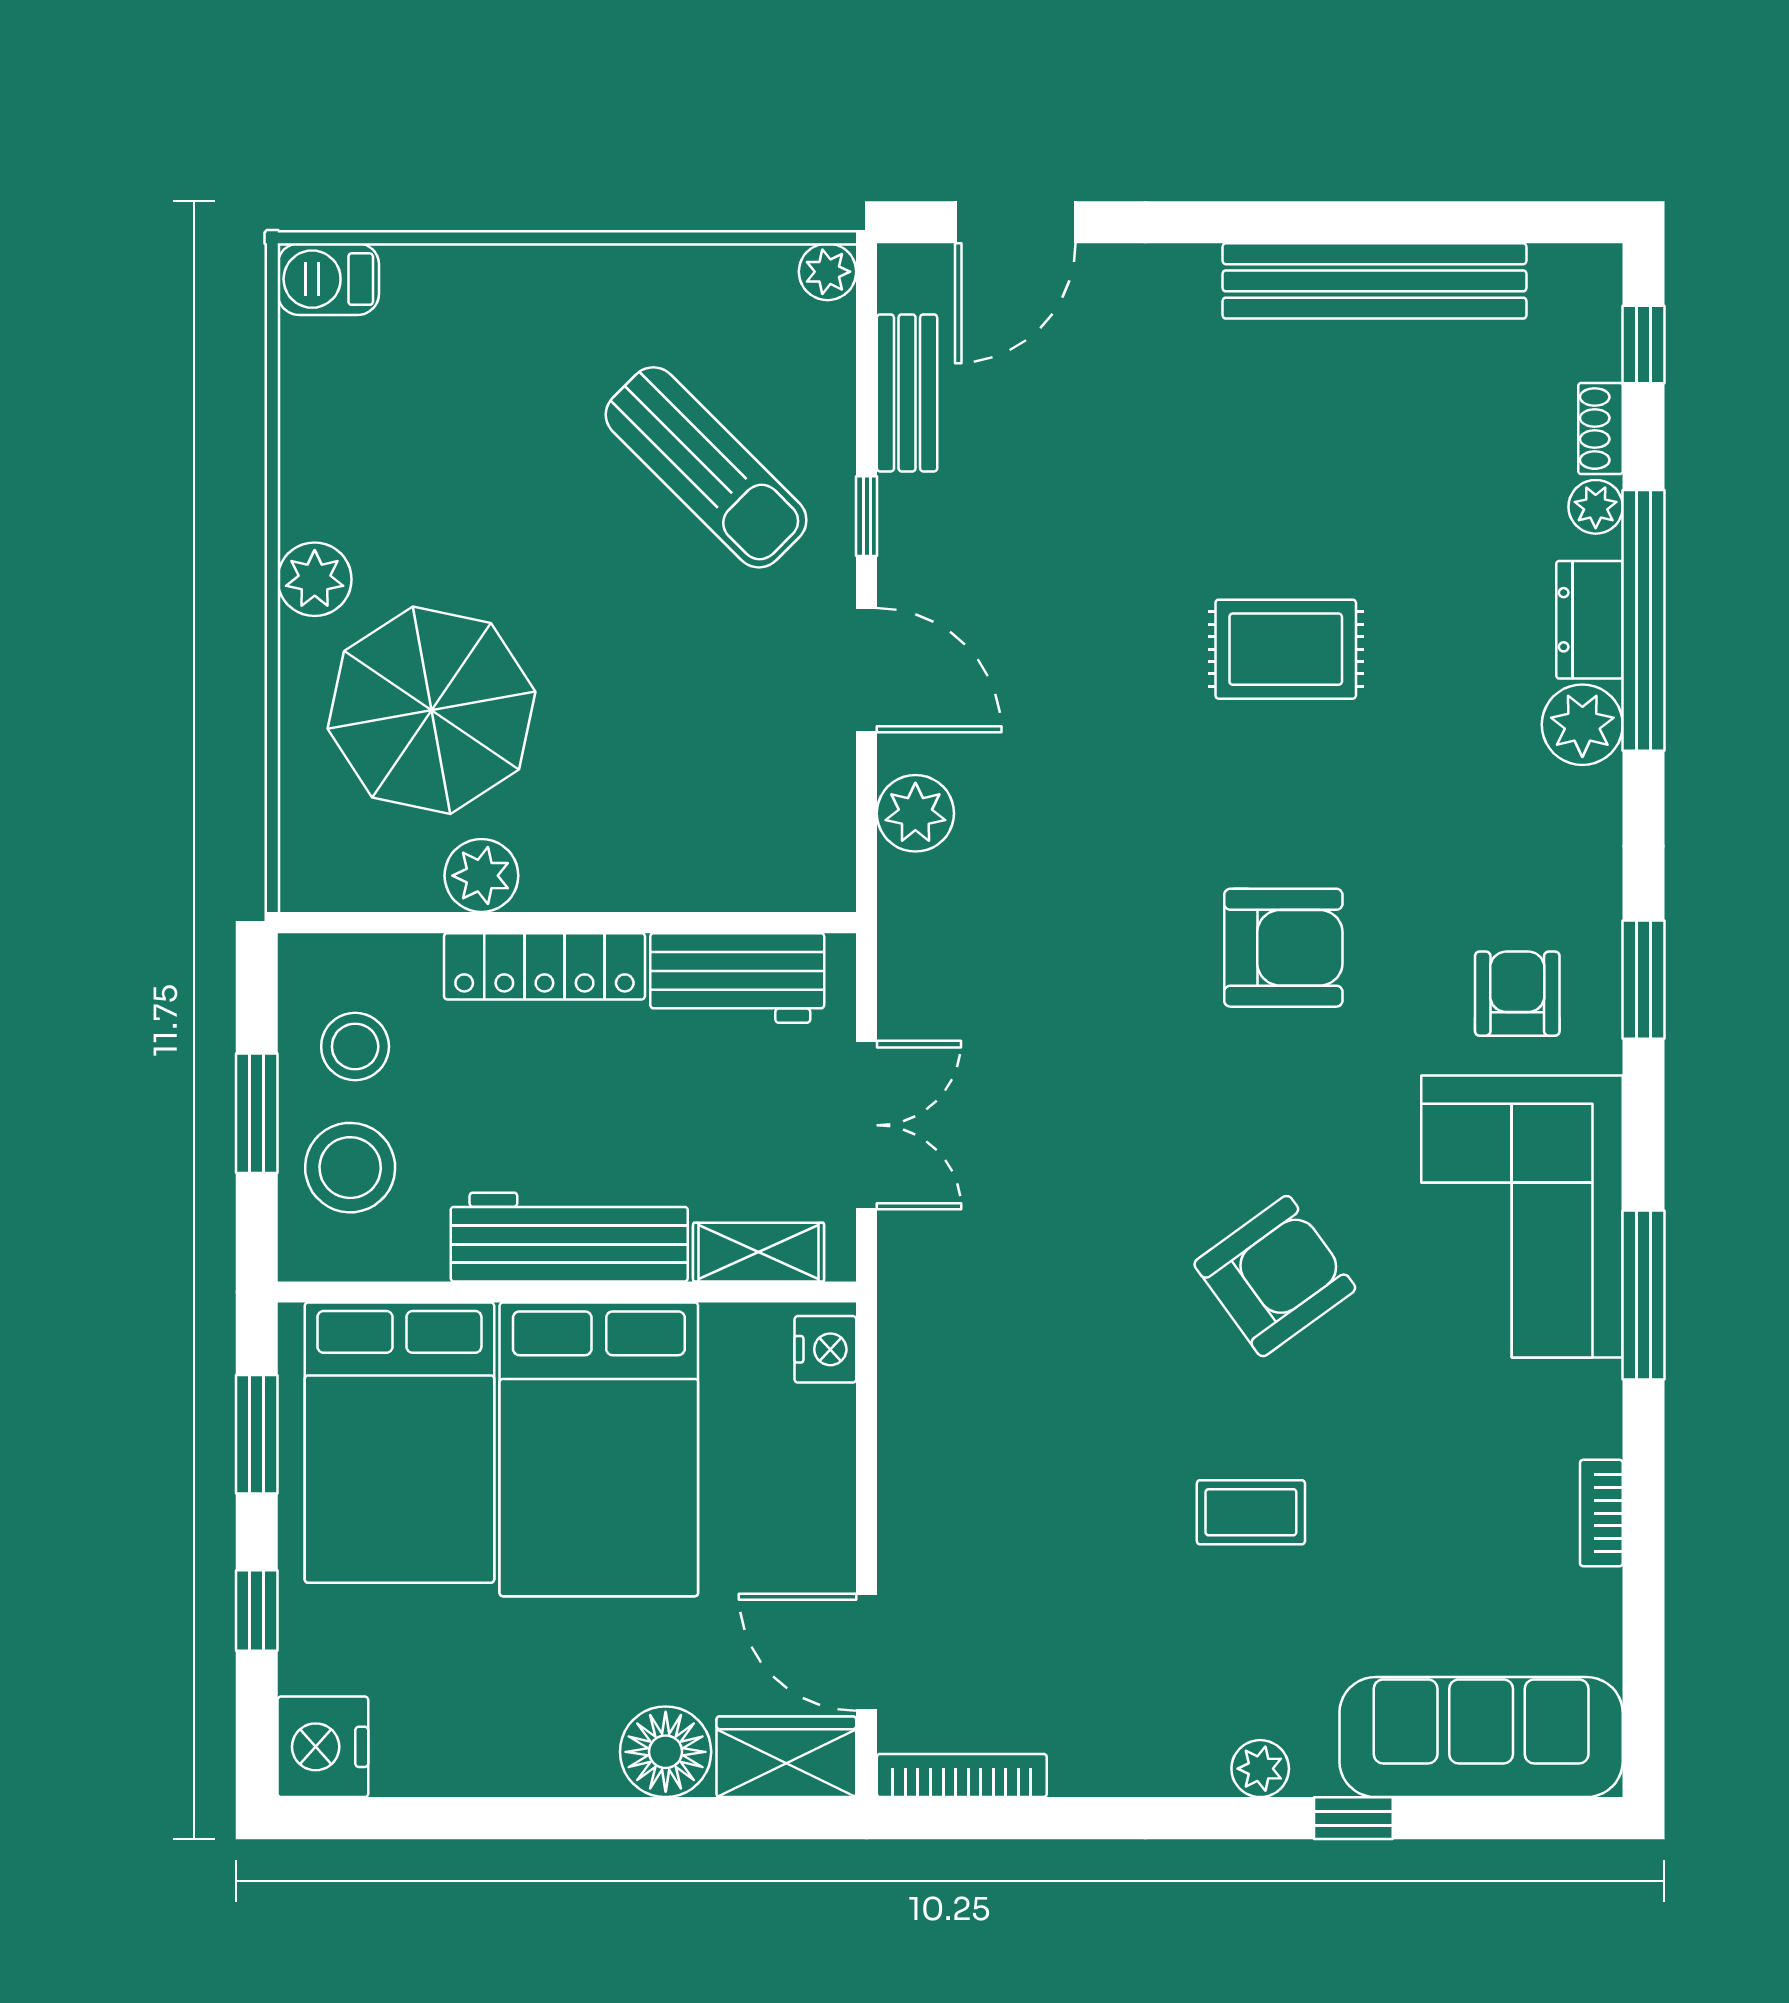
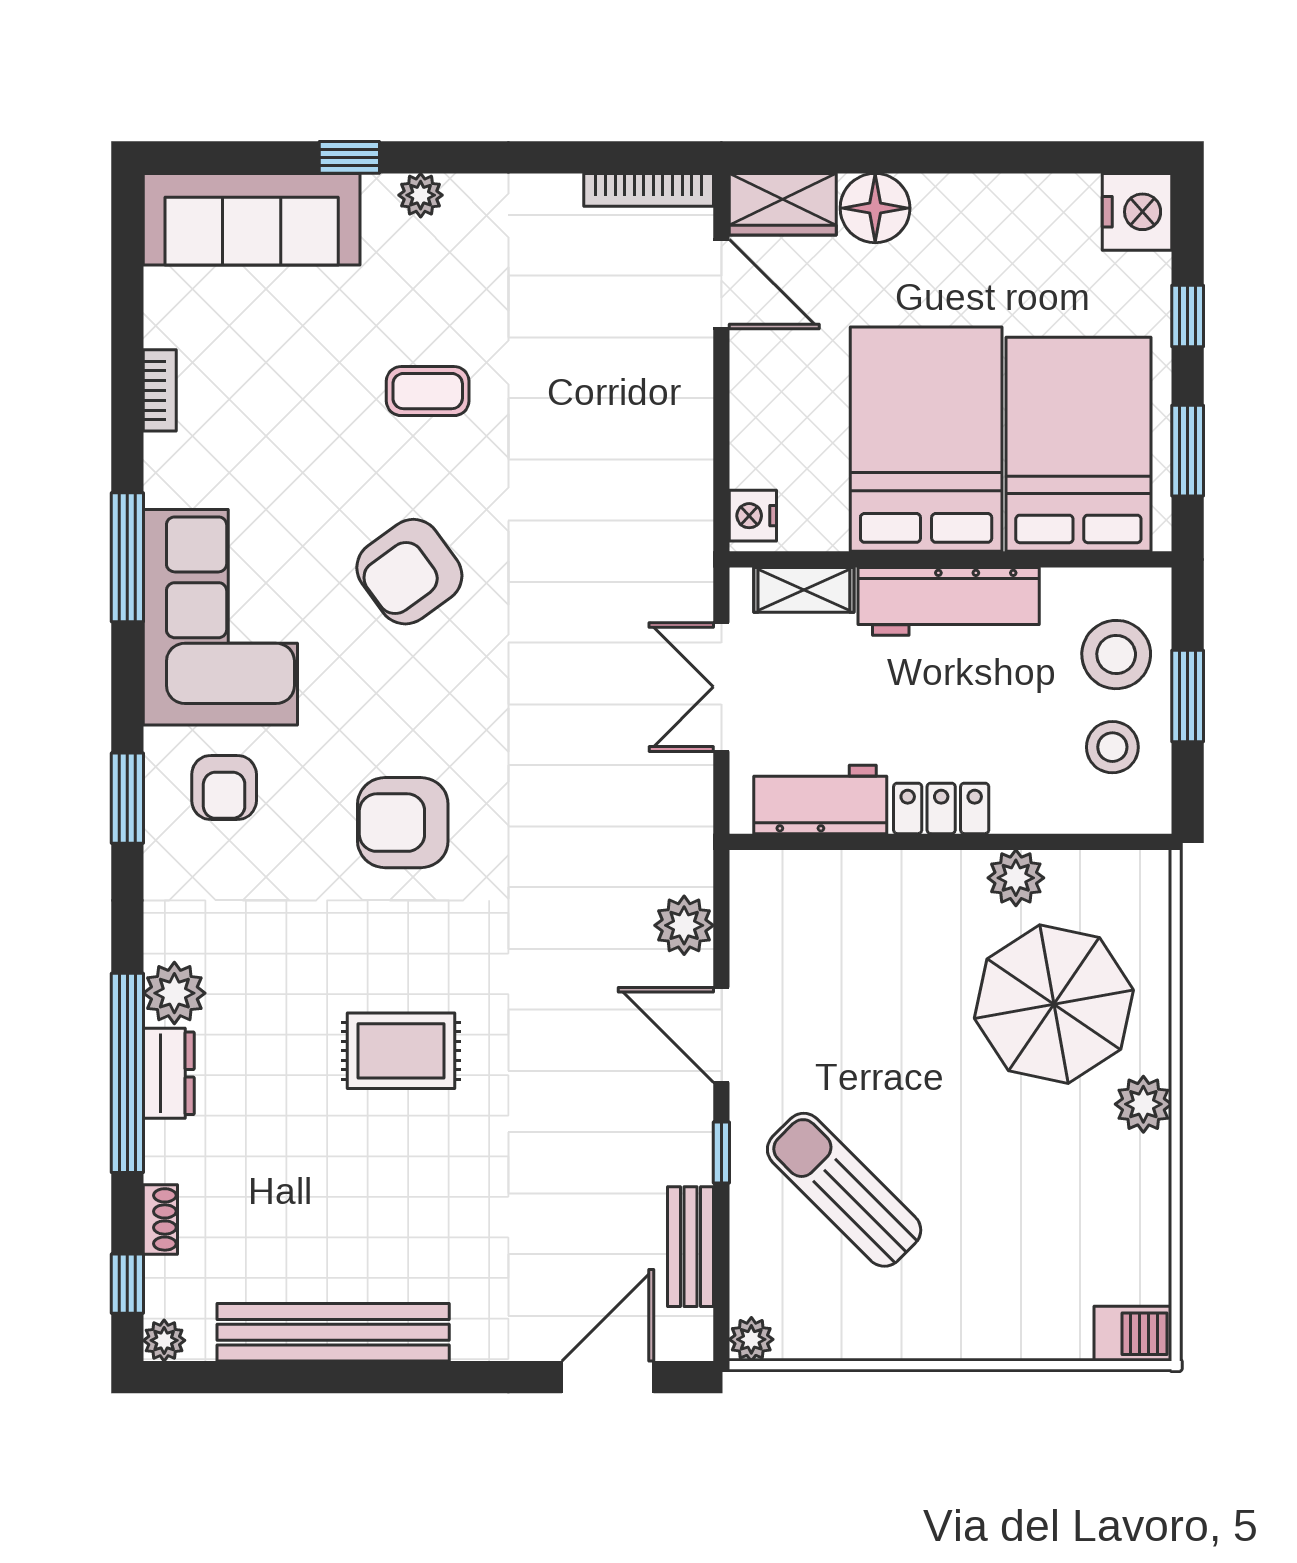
plant: (1596, 507) -> (164, 1340), moved
locker: (544, 966) -> (941, 808), width x0.66

